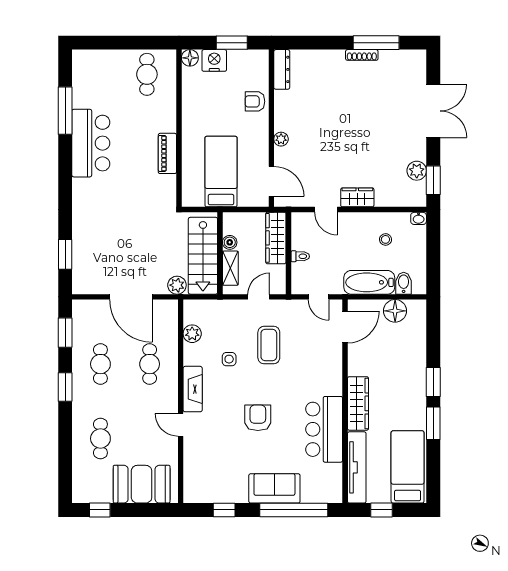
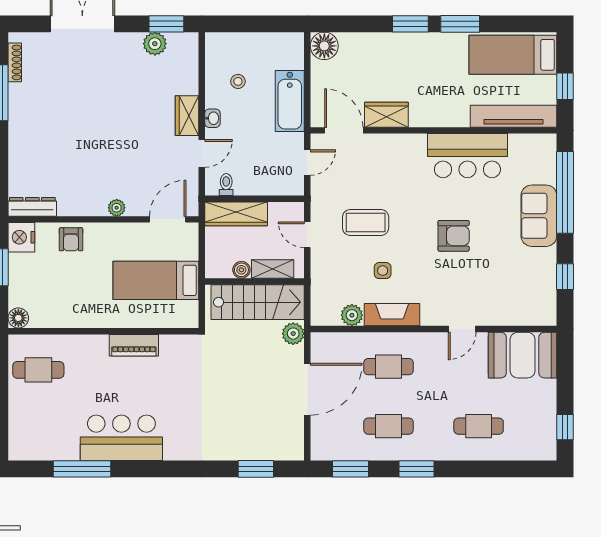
shoe rack: (362, 55) -> (15, 62), moved
nightstand: (214, 60) -> (21, 237), moved
washbasin: (419, 218) -> (212, 118), moved
toilet: (300, 256) -> (226, 185), moved
bidet: (404, 283) -> (291, 60), removed
floor lamp: (395, 311) -> (324, 46), moved
fireplace: (193, 389) -> (392, 315), moved
wardrobe: (358, 403) -> (386, 115), moved, width x0.67
armchair: (258, 418) -> (454, 236), turned 180
booth: (142, 484) -> (523, 355), moved, turned 90

